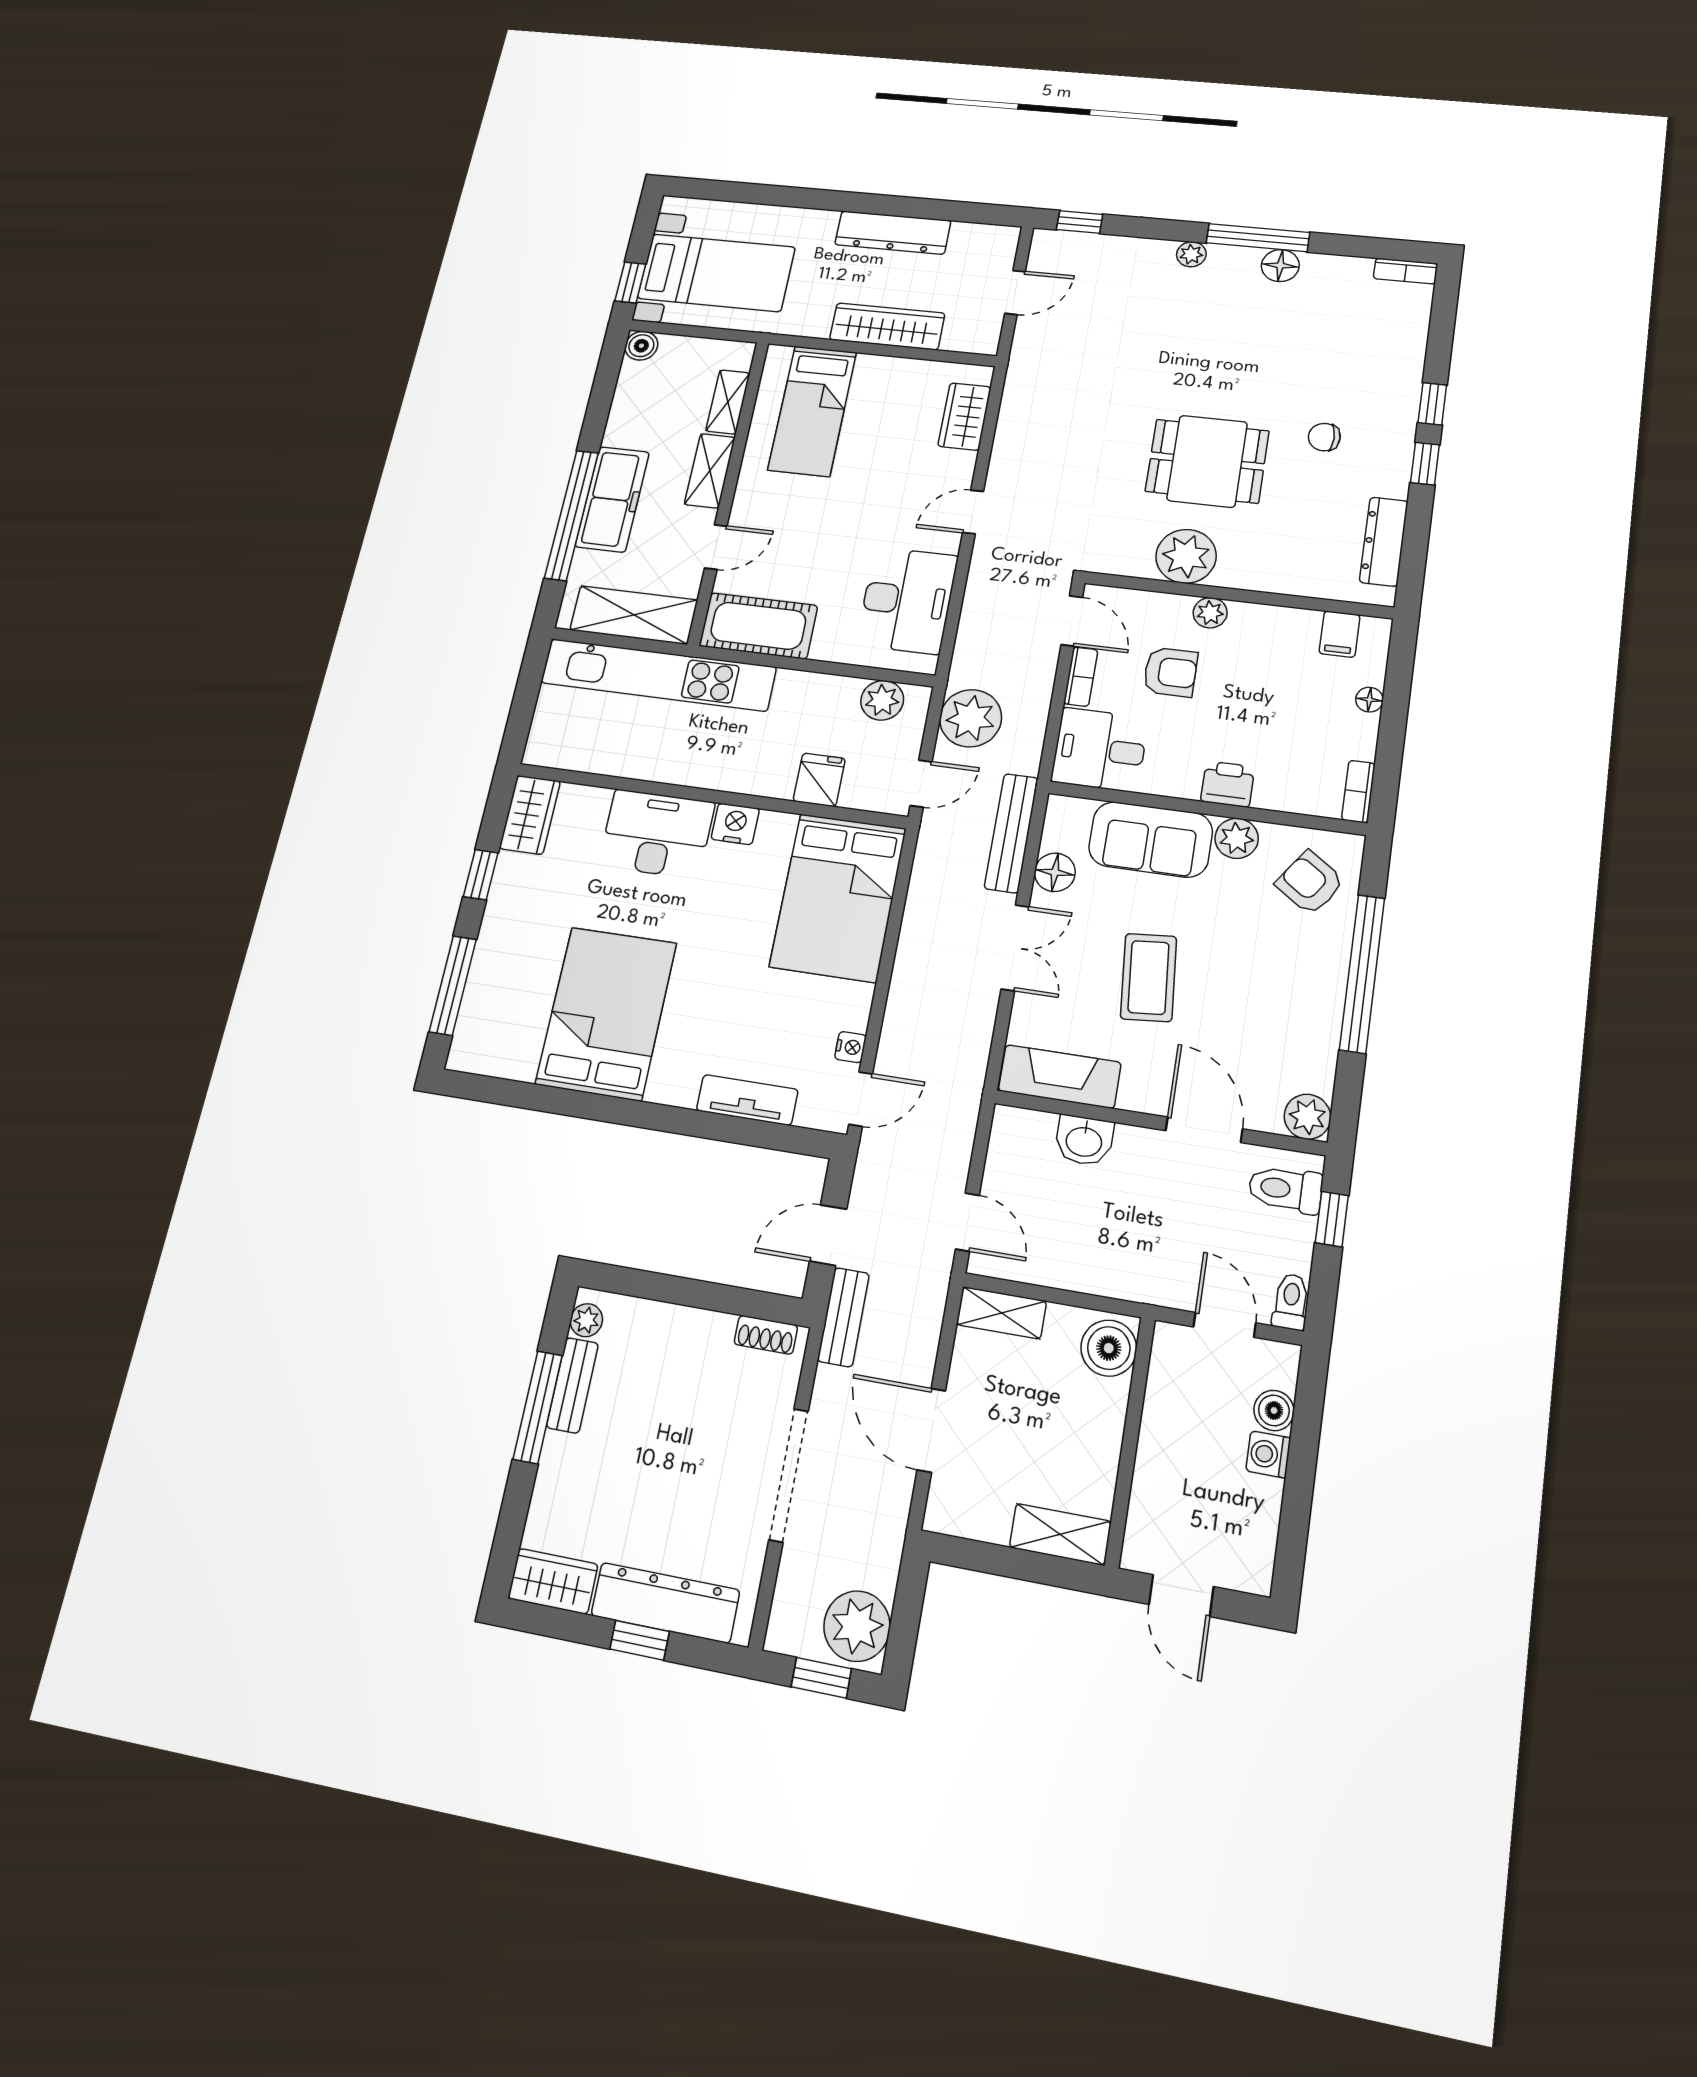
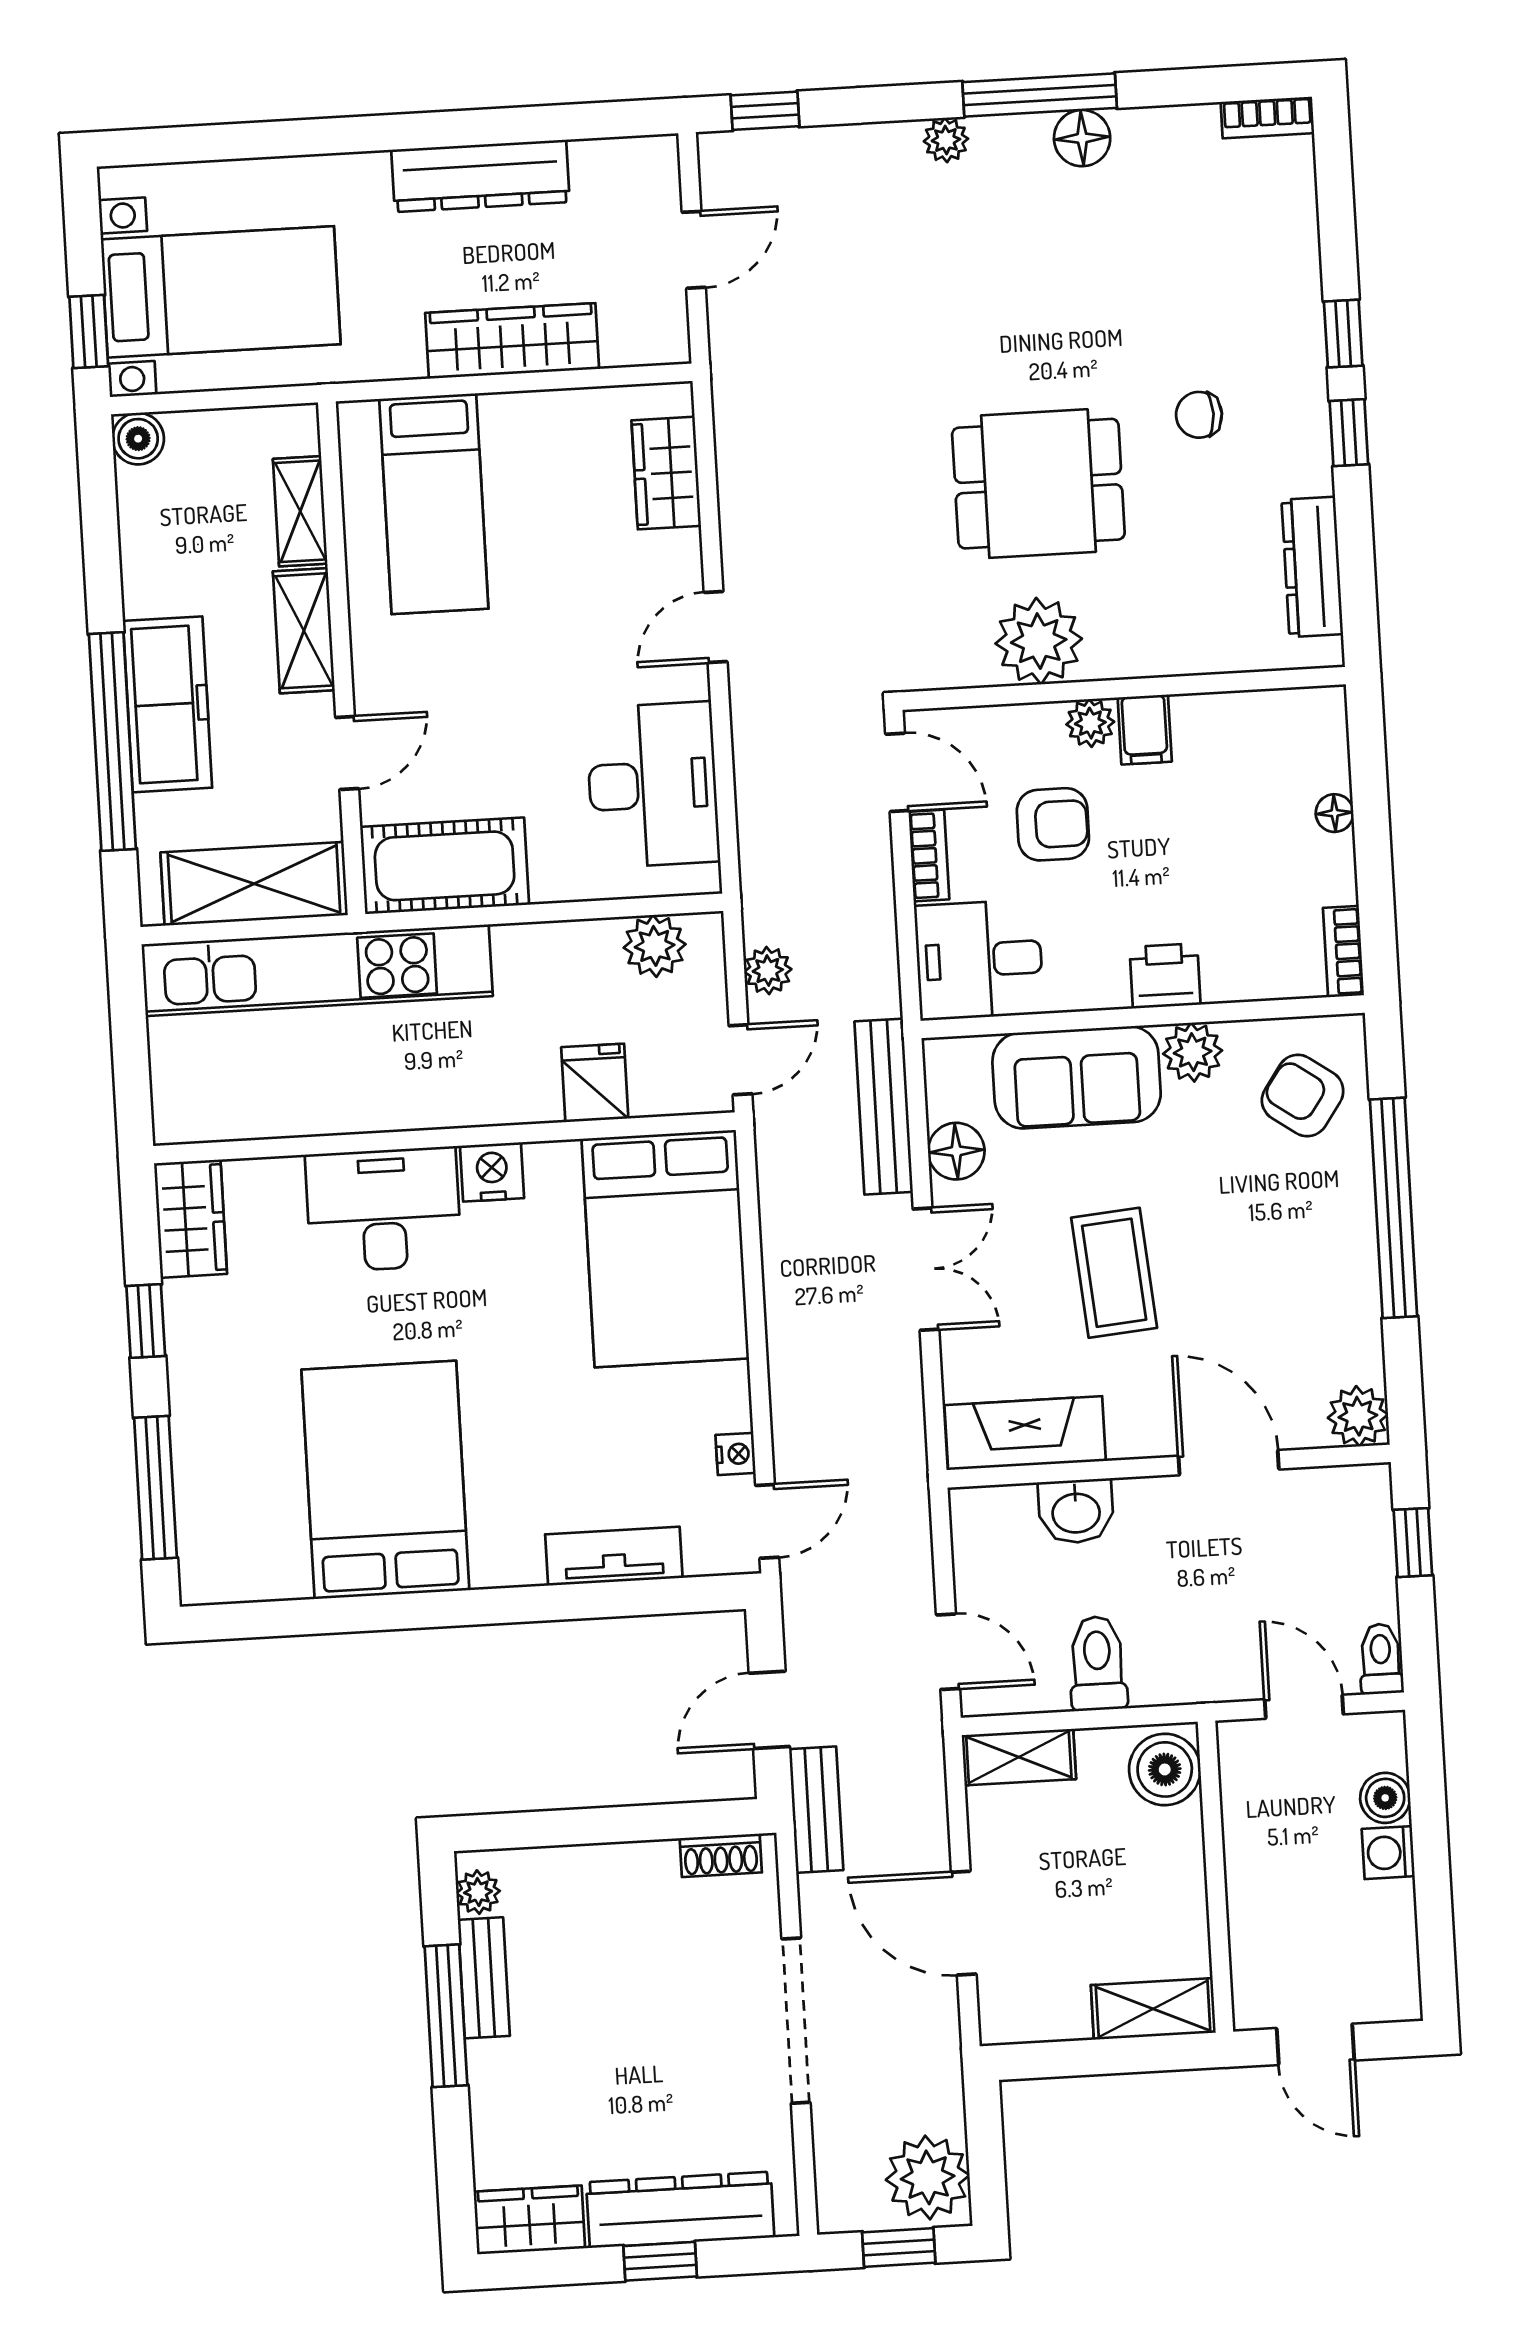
filing cabinet: (1340, 634) -> (1145, 729), moved
plant: (971, 718) -> (768, 970), width x0.53, depth x0.53
toilet: (1285, 1189) -> (1098, 1663), moved, turned 90

